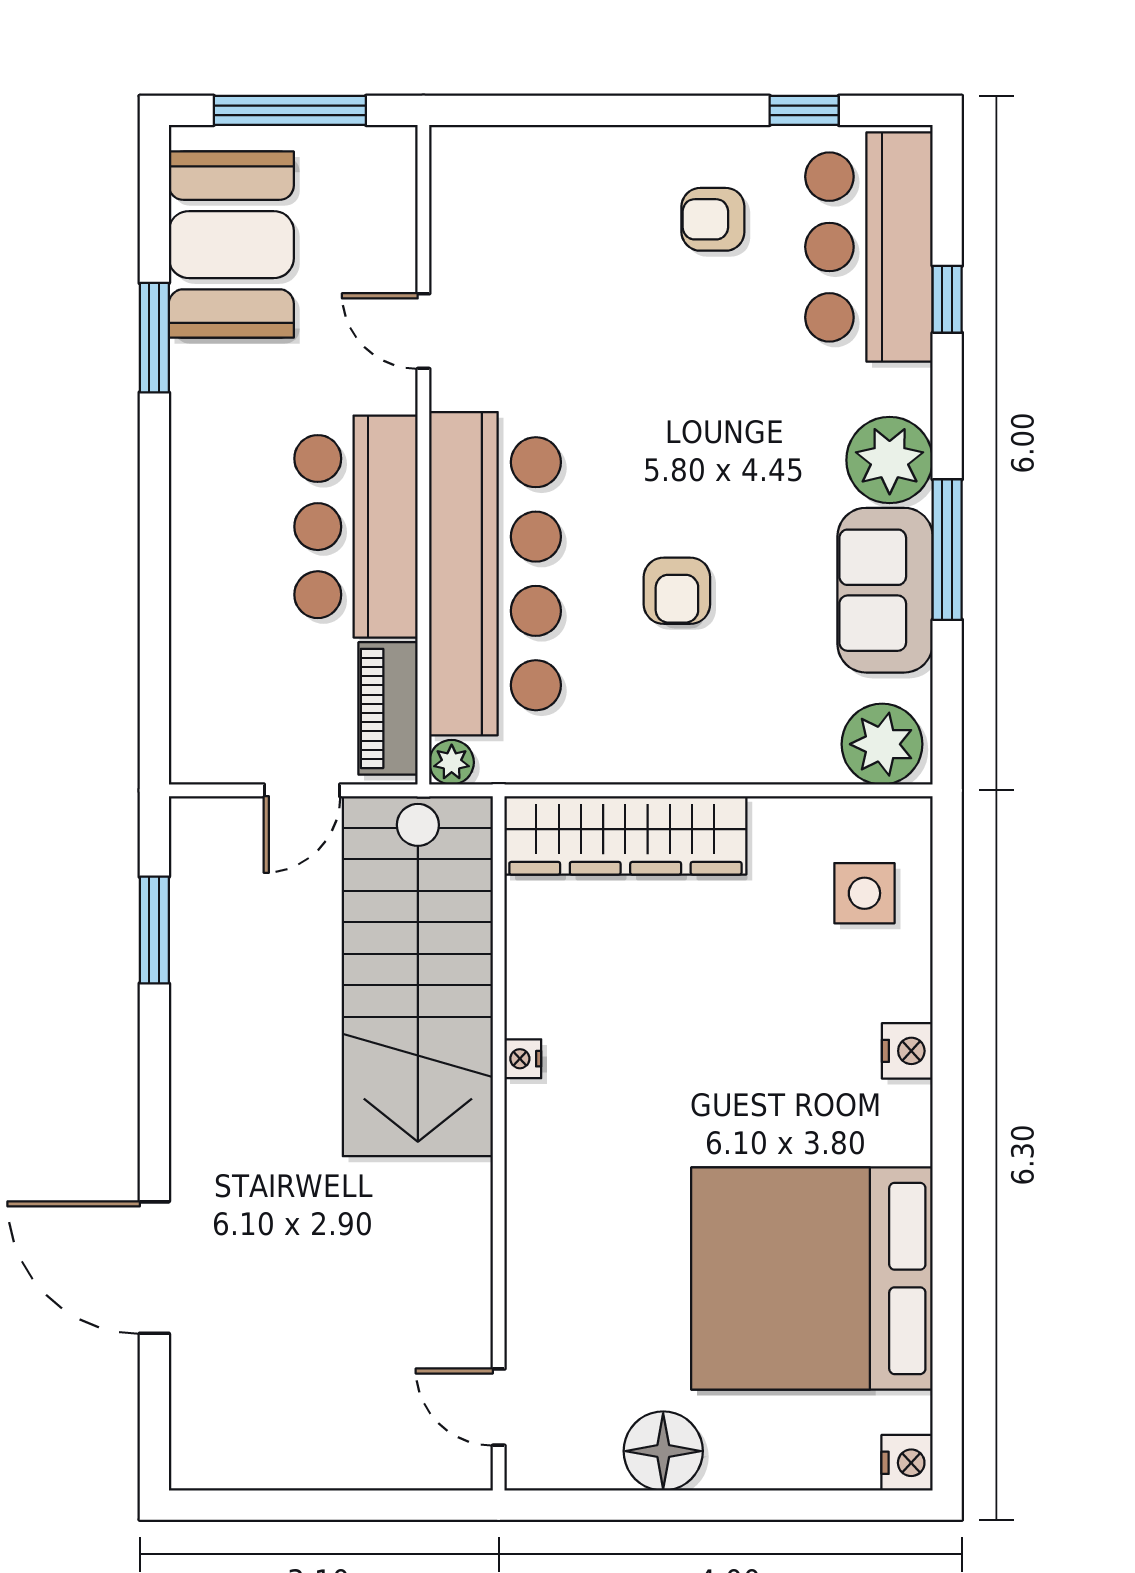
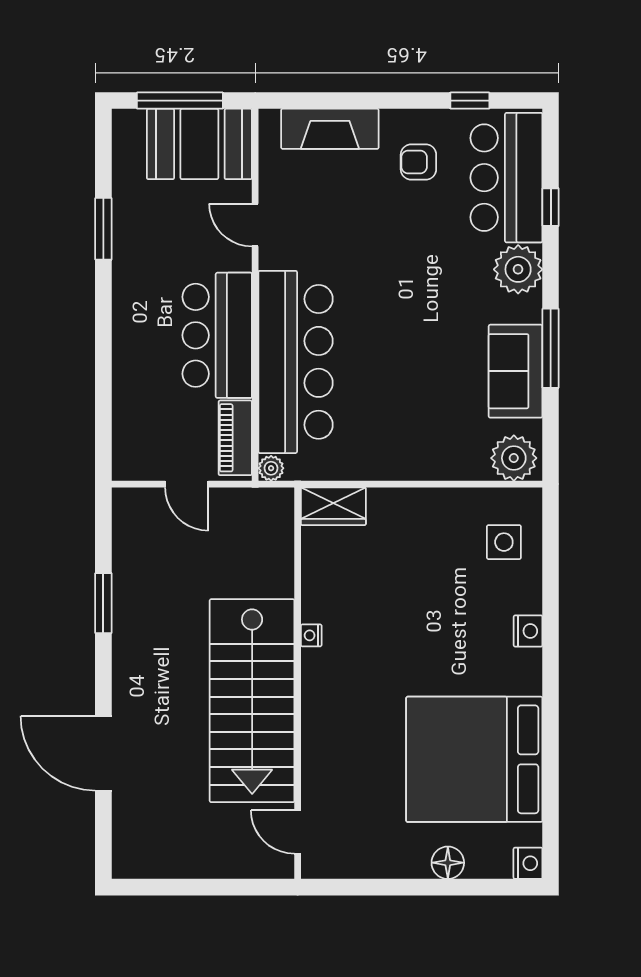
fireplace: (556, 160) -> (330, 129), added
booth: (231, 245) -> (199, 144), moved, turned 90
plant: (890, 460) -> (518, 269), moved
armchair: (677, 591) -> (398, 371), removed
door: (302, 790) -> (187, 484), hinge flipped
wardrobe: (625, 835) -> (333, 506), width x0.48, depth x0.85
window: (154, 930) -> (103, 603), moved
stairs: (418, 976) -> (252, 701), moved
floor lamp: (663, 1451) -> (448, 863), moved, width x0.73, depth x0.73

